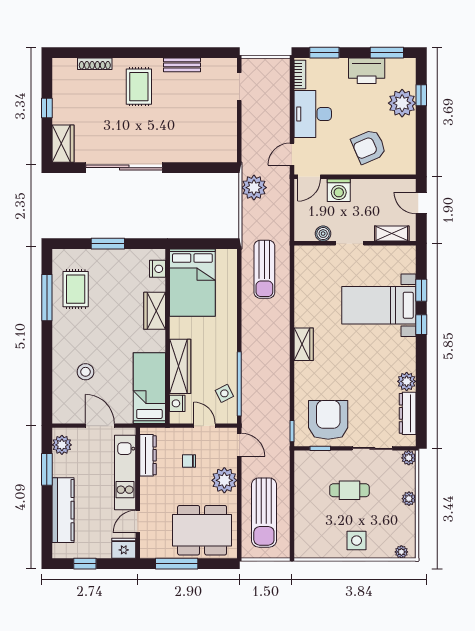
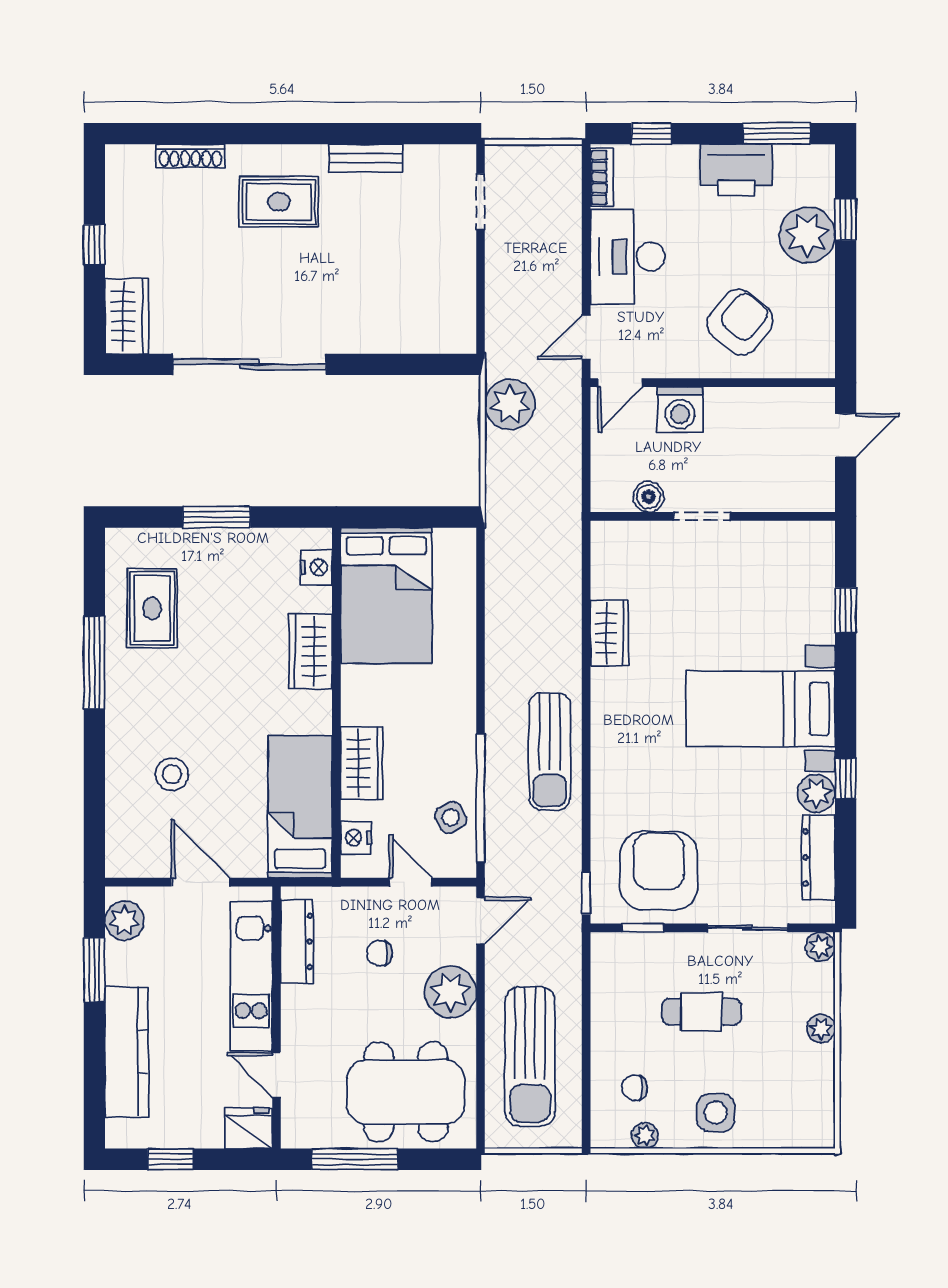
window: (324, 53) -> (651, 134), width x0.67
rug: (139, 87) -> (279, 202), turned 90
armchair: (369, 147) -> (740, 322), turned 152
door: (421, 203) -> (846, 435), swing flipped
shelving: (392, 233) -> (786, 497), removed
sun lounger: (264, 269) -> (550, 751), moved
window: (47, 298) -> (94, 662), moved
bed with nightstands: (379, 305) -> (761, 709), moved
window: (421, 325) -> (846, 778), moved
wardrobe: (304, 344) -> (609, 633), moved
wardrobe: (180, 366) -> (362, 763), width x0.67
door: (239, 445) -> (481, 921), hinge flipped
door: (138, 522) -> (277, 1075), hinge flipped
chair: (316, 528) -> (635, 1088), added
plant: (401, 552) -> (645, 1136), moved

